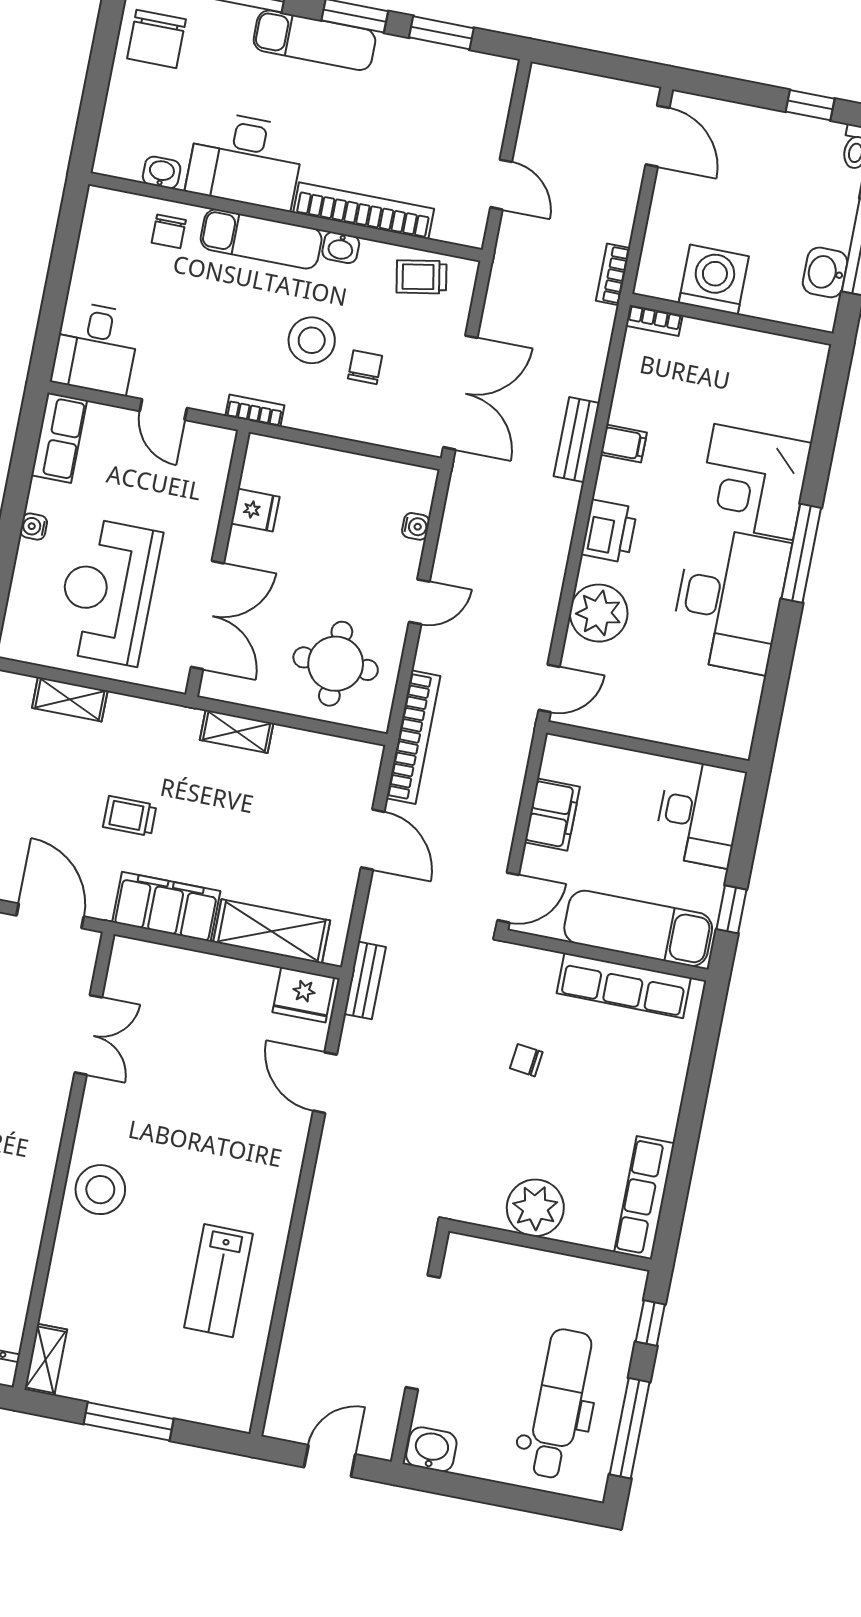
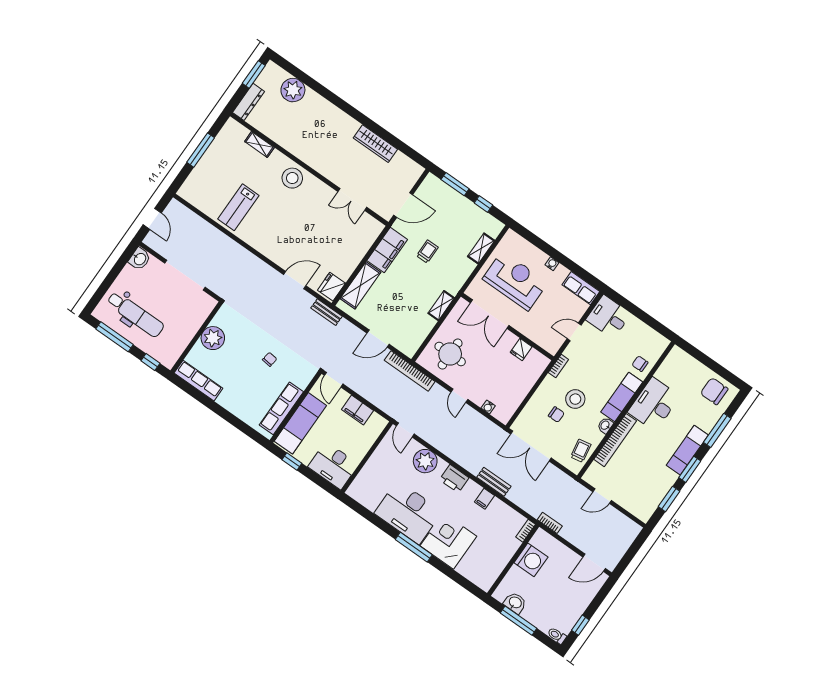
washbasin: (162, 173) -> (663, 371), removed
lab bench: (218, 1281) -> (238, 207), turned -90
shelving: (46, 1360) -> (259, 145), moved

